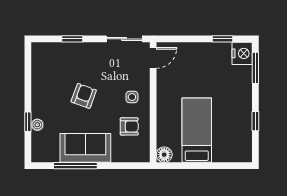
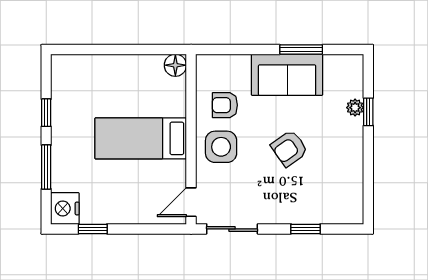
window: (255, 68) -> (46, 167), moved
armchair: (84, 96) -> (289, 148), turned 35
side table: (132, 97) -> (221, 147), width x1.87, depth x1.87
bed: (197, 130) -> (141, 138), moved, turned 90
window: (75, 166) -> (301, 50), width x0.69

